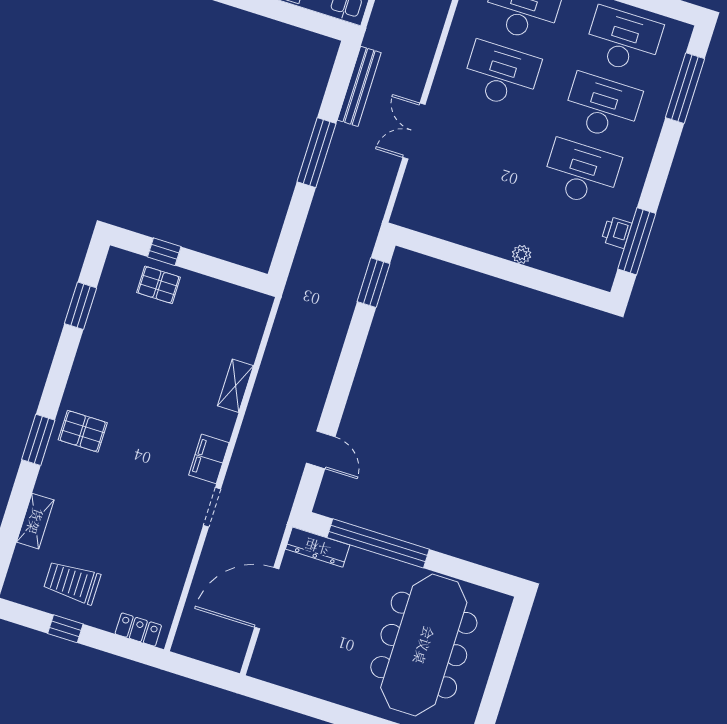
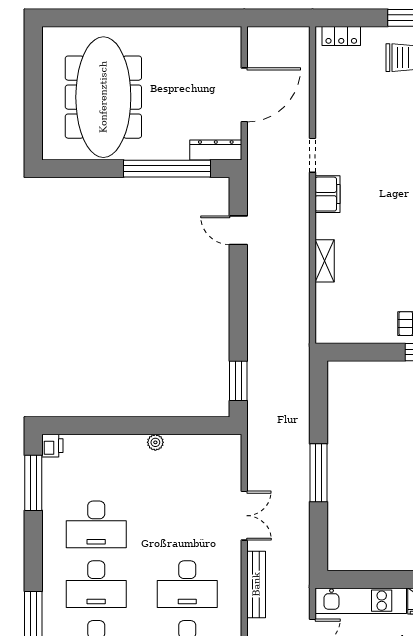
bench: (359, 86) -> (256, 584), moved
printer: (616, 232) -> (52, 446), moved
plant: (522, 254) -> (155, 442), moved

